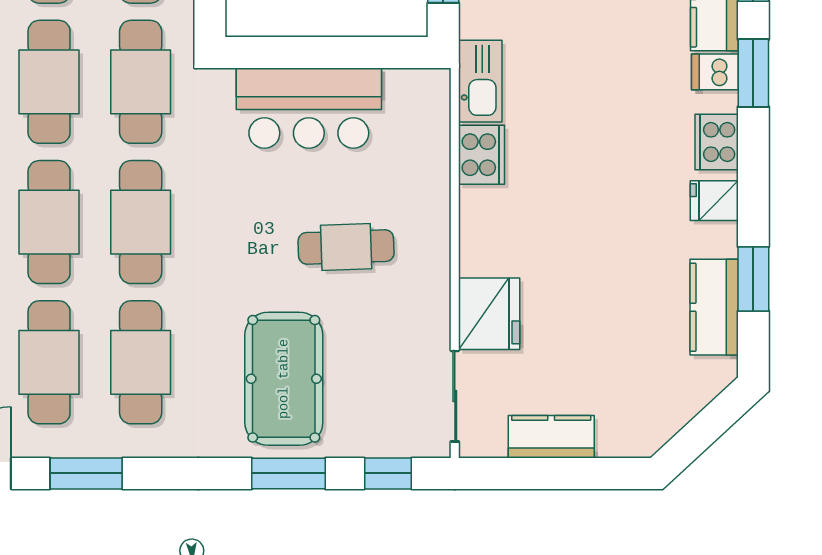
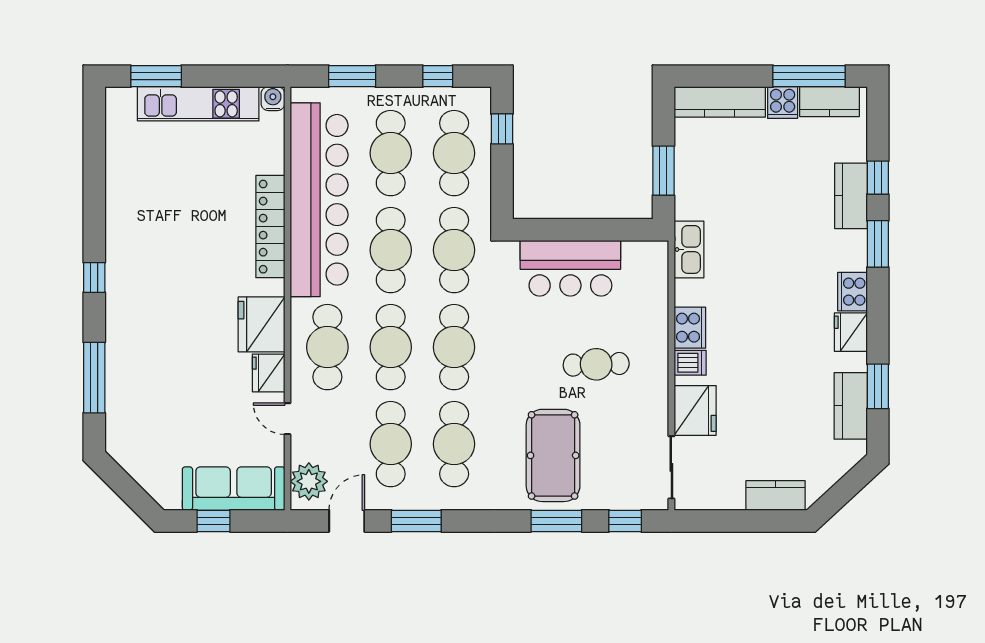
dishwasher: (715, 72) -> (690, 363), moved, turned 180
cooker: (482, 155) -> (690, 328), moved
fridge: (714, 201) -> (851, 332), width x1.38
kitchen counter: (551, 437) -> (776, 496), moved

